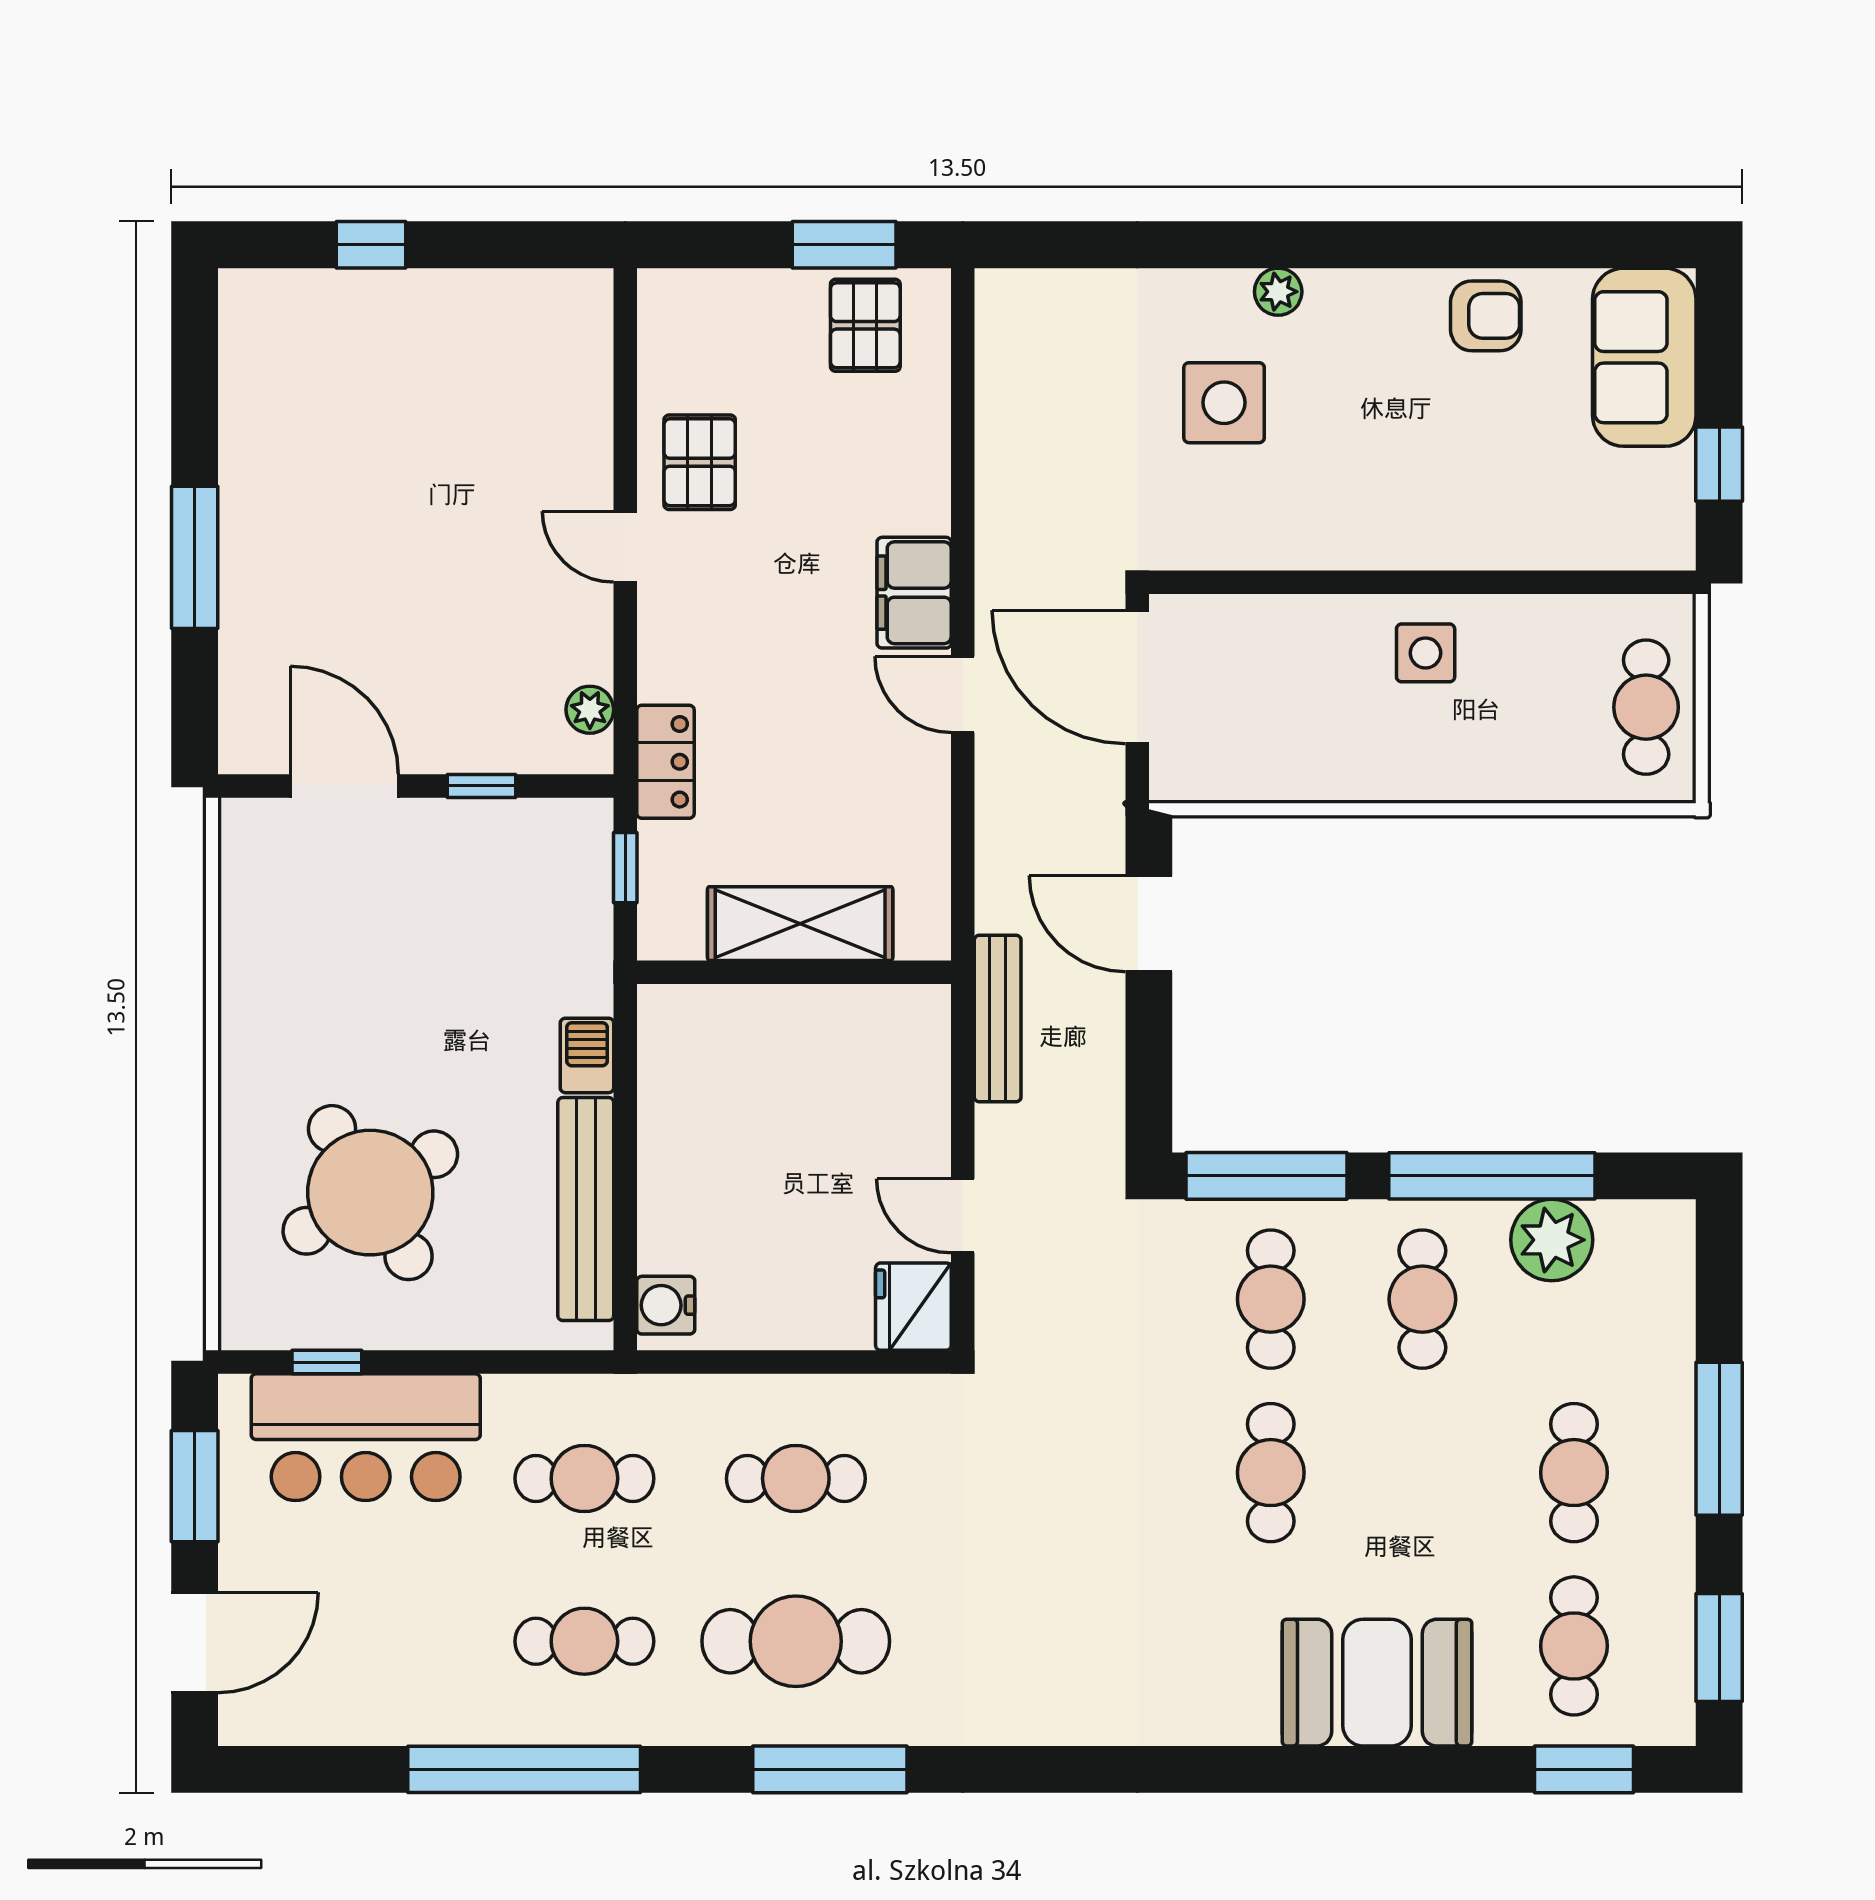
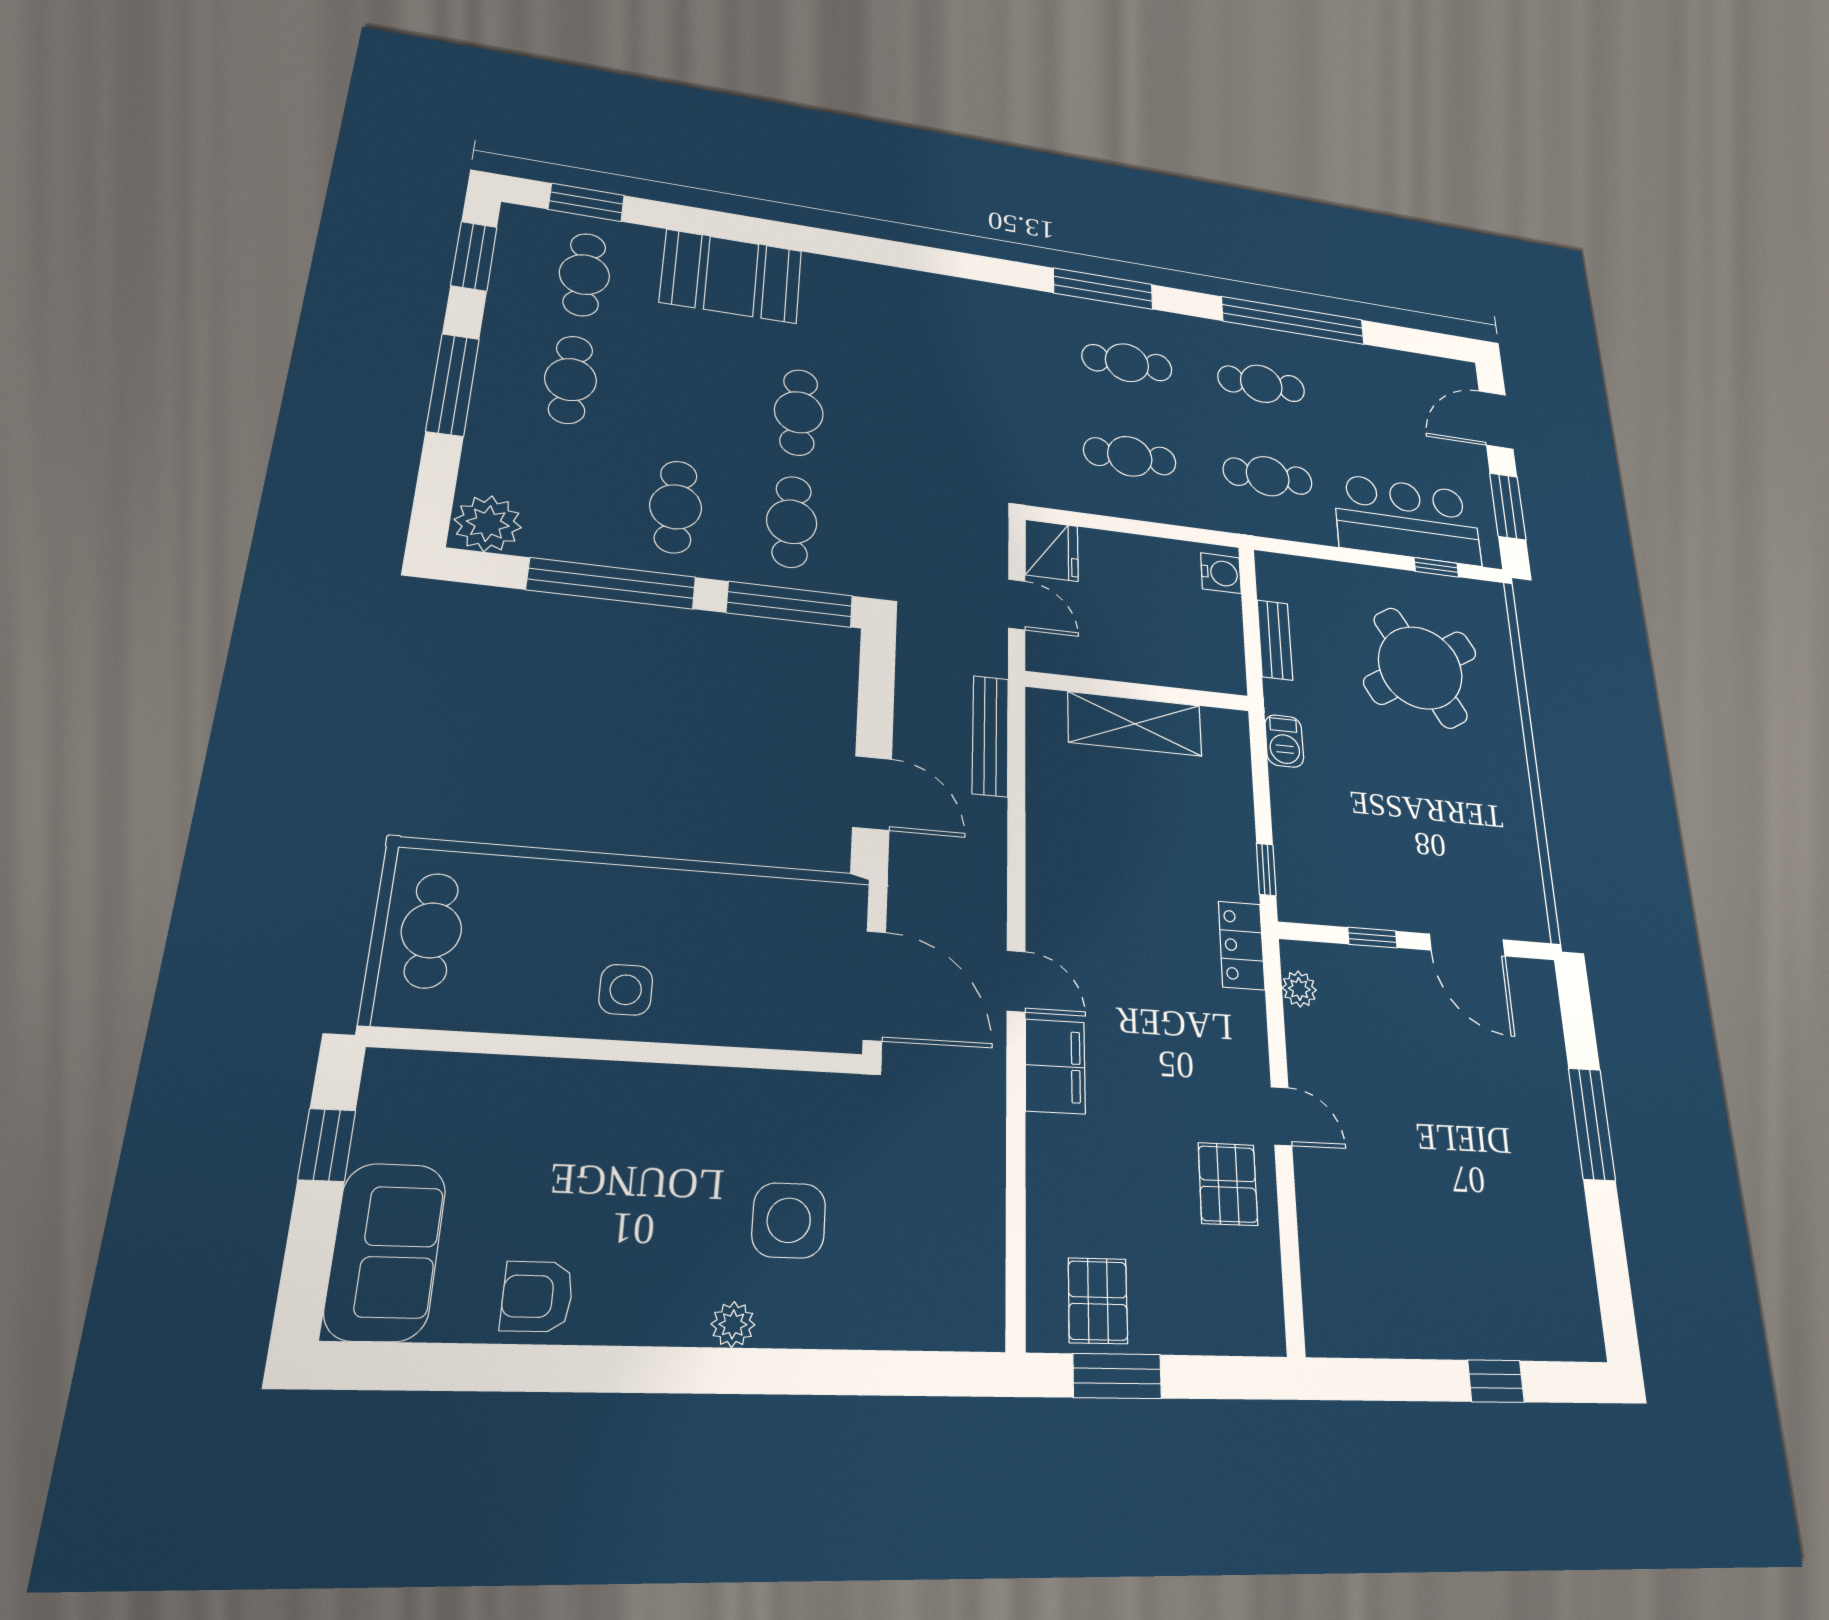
shelving: (800, 924) -> (1135, 724), moved
wall: (794, 972) -> (1138, 691), moved
bench: (586, 1209) -> (1275, 640), width x0.54, depth x0.82
plant: (1552, 1240) -> (488, 524), moved
cafe table: (796, 1641) -> (1127, 363), width x0.73, depth x0.74

